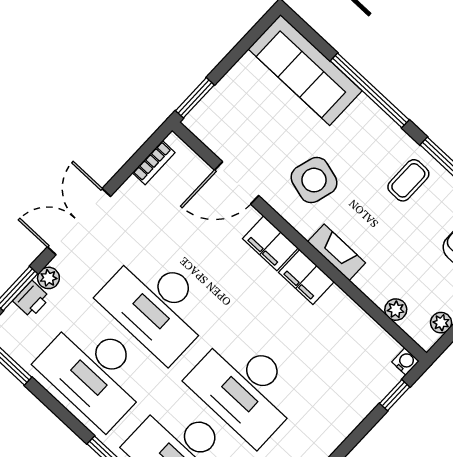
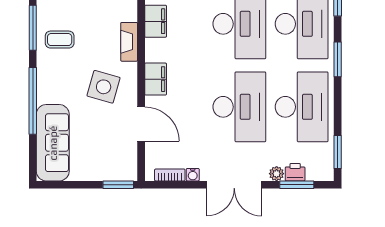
water cooler: (131, 187) -> (193, 175), added
filing cabinet: (306, 277) -> (156, 21), moved

